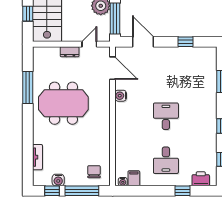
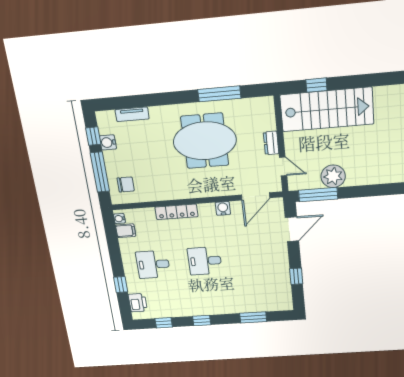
meeting table: (63, 103) -> (205, 141), turned 90
desk: (166, 116) -> (205, 261), turned 180
locker: (121, 134) -> (176, 212), added

